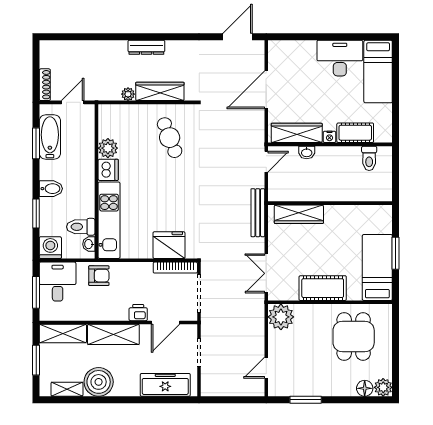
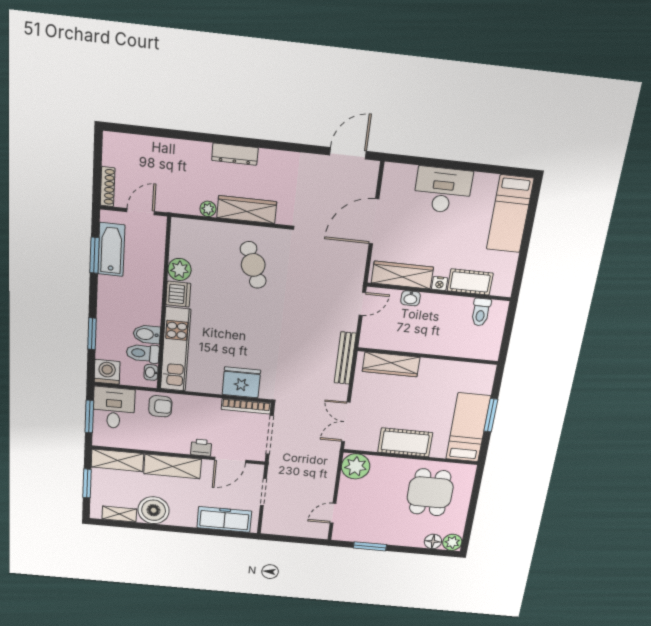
desk: (340, 58) -> (443, 190), moved
bidet: (51, 189) -> (147, 334), moved, turned 180

